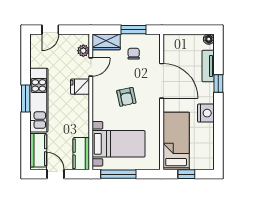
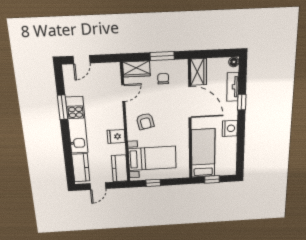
wardrobe: (171, 48) -> (199, 72), added
plant: (83, 51) -> (115, 78), removed
fridge: (80, 87) -> (116, 136), moved
armchair: (126, 97) -> (145, 121), moved
window: (26, 99) -> (62, 107), moved
door: (55, 174) -> (98, 186), swing flipped
window: (118, 174) -> (153, 183), width x0.46

